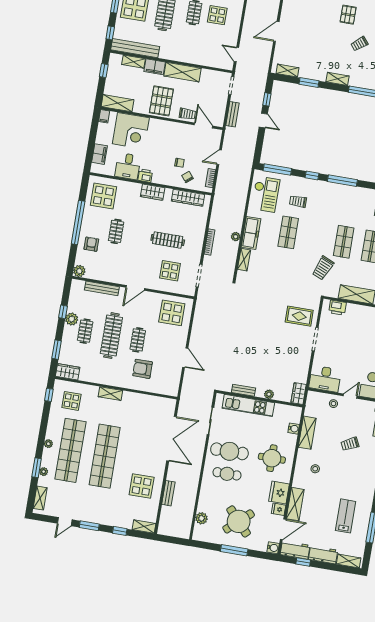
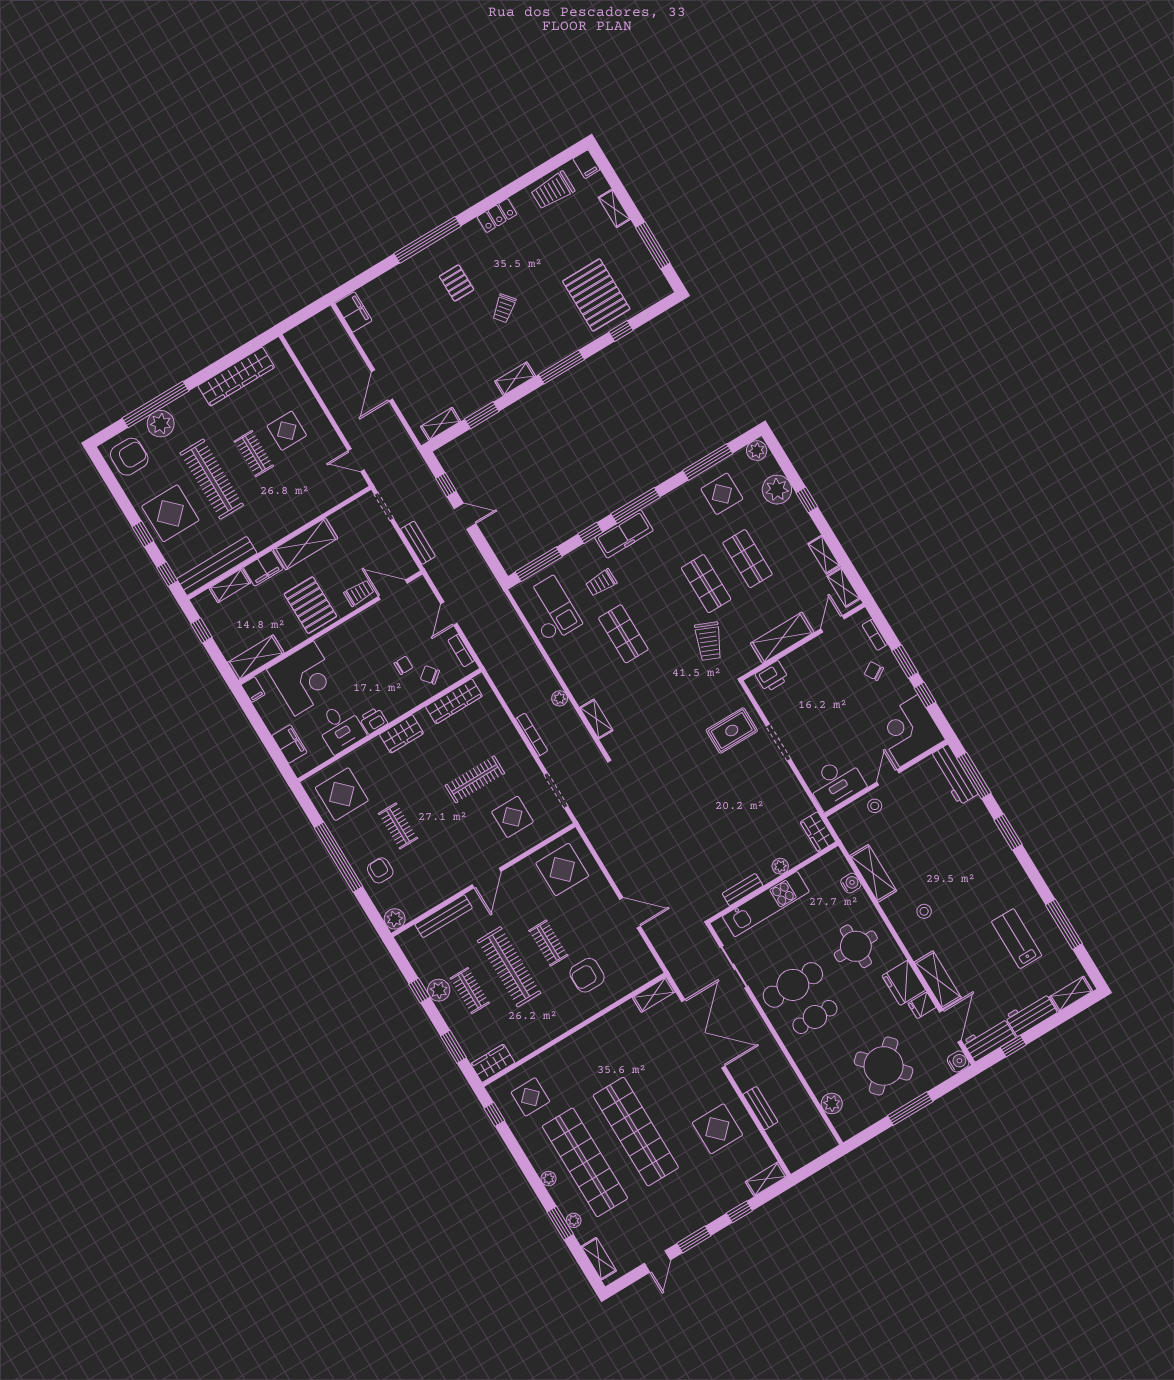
freezer: (251, 233) -> (624, 534), moved, turned 90
shelving: (110, 394) -> (654, 995), moved
trolley: (350, 444) -> (941, 840), removed

